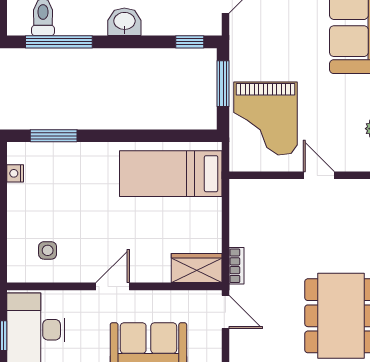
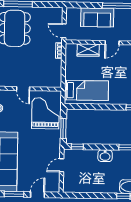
wardrobe: (197, 268) -> (88, 50), moved

